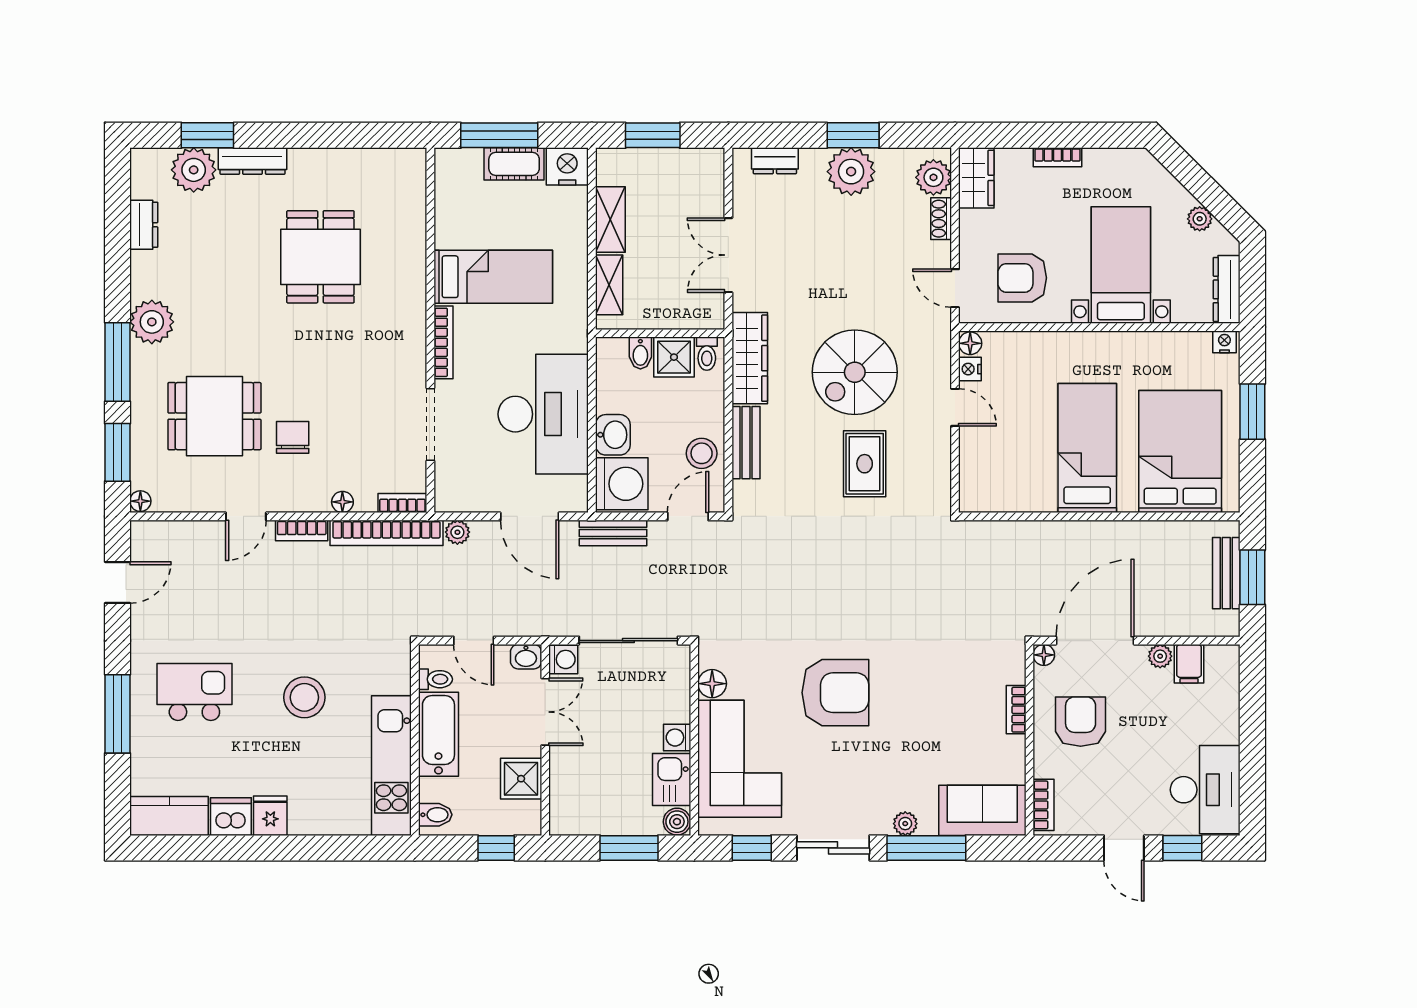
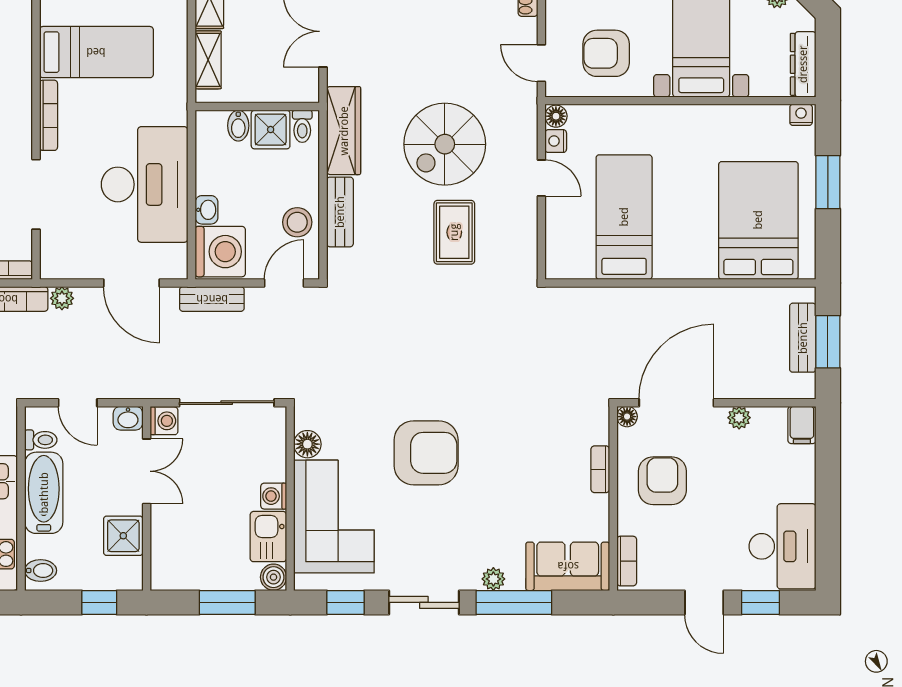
washbasin: (613, 435) -> (207, 210), width x0.72, depth x0.69
bed: (1087, 448) -> (624, 217), moved
filing cabinet: (1189, 664) -> (802, 425), moved

